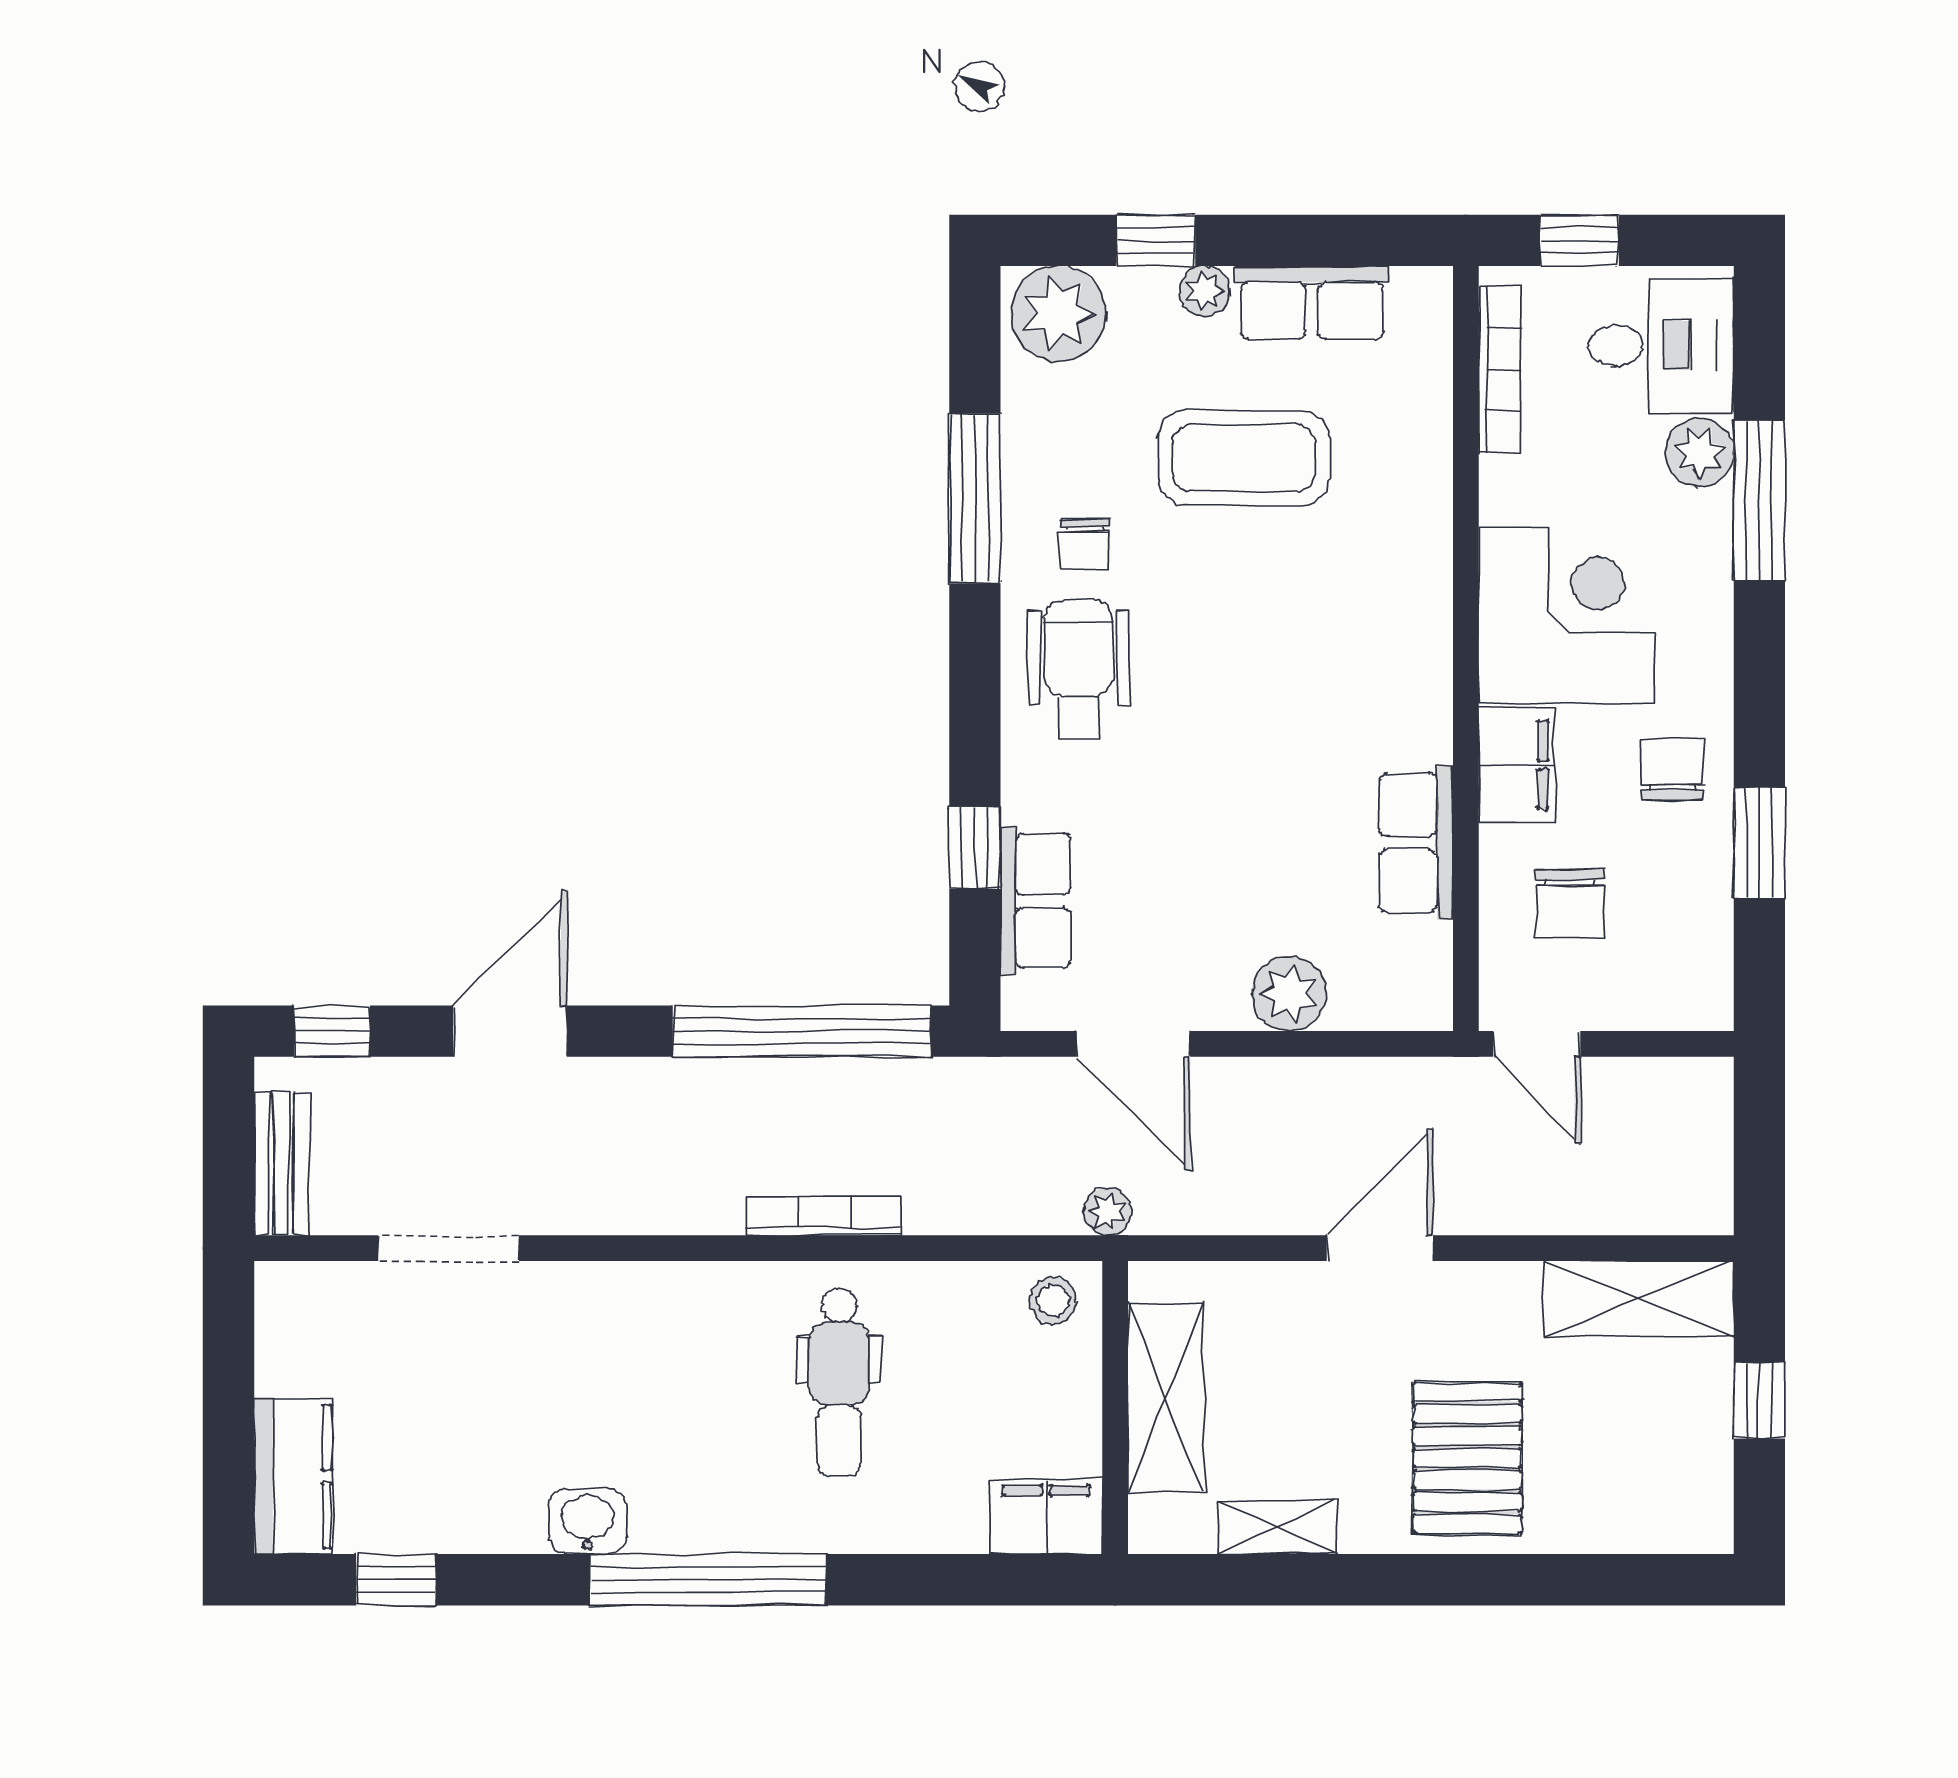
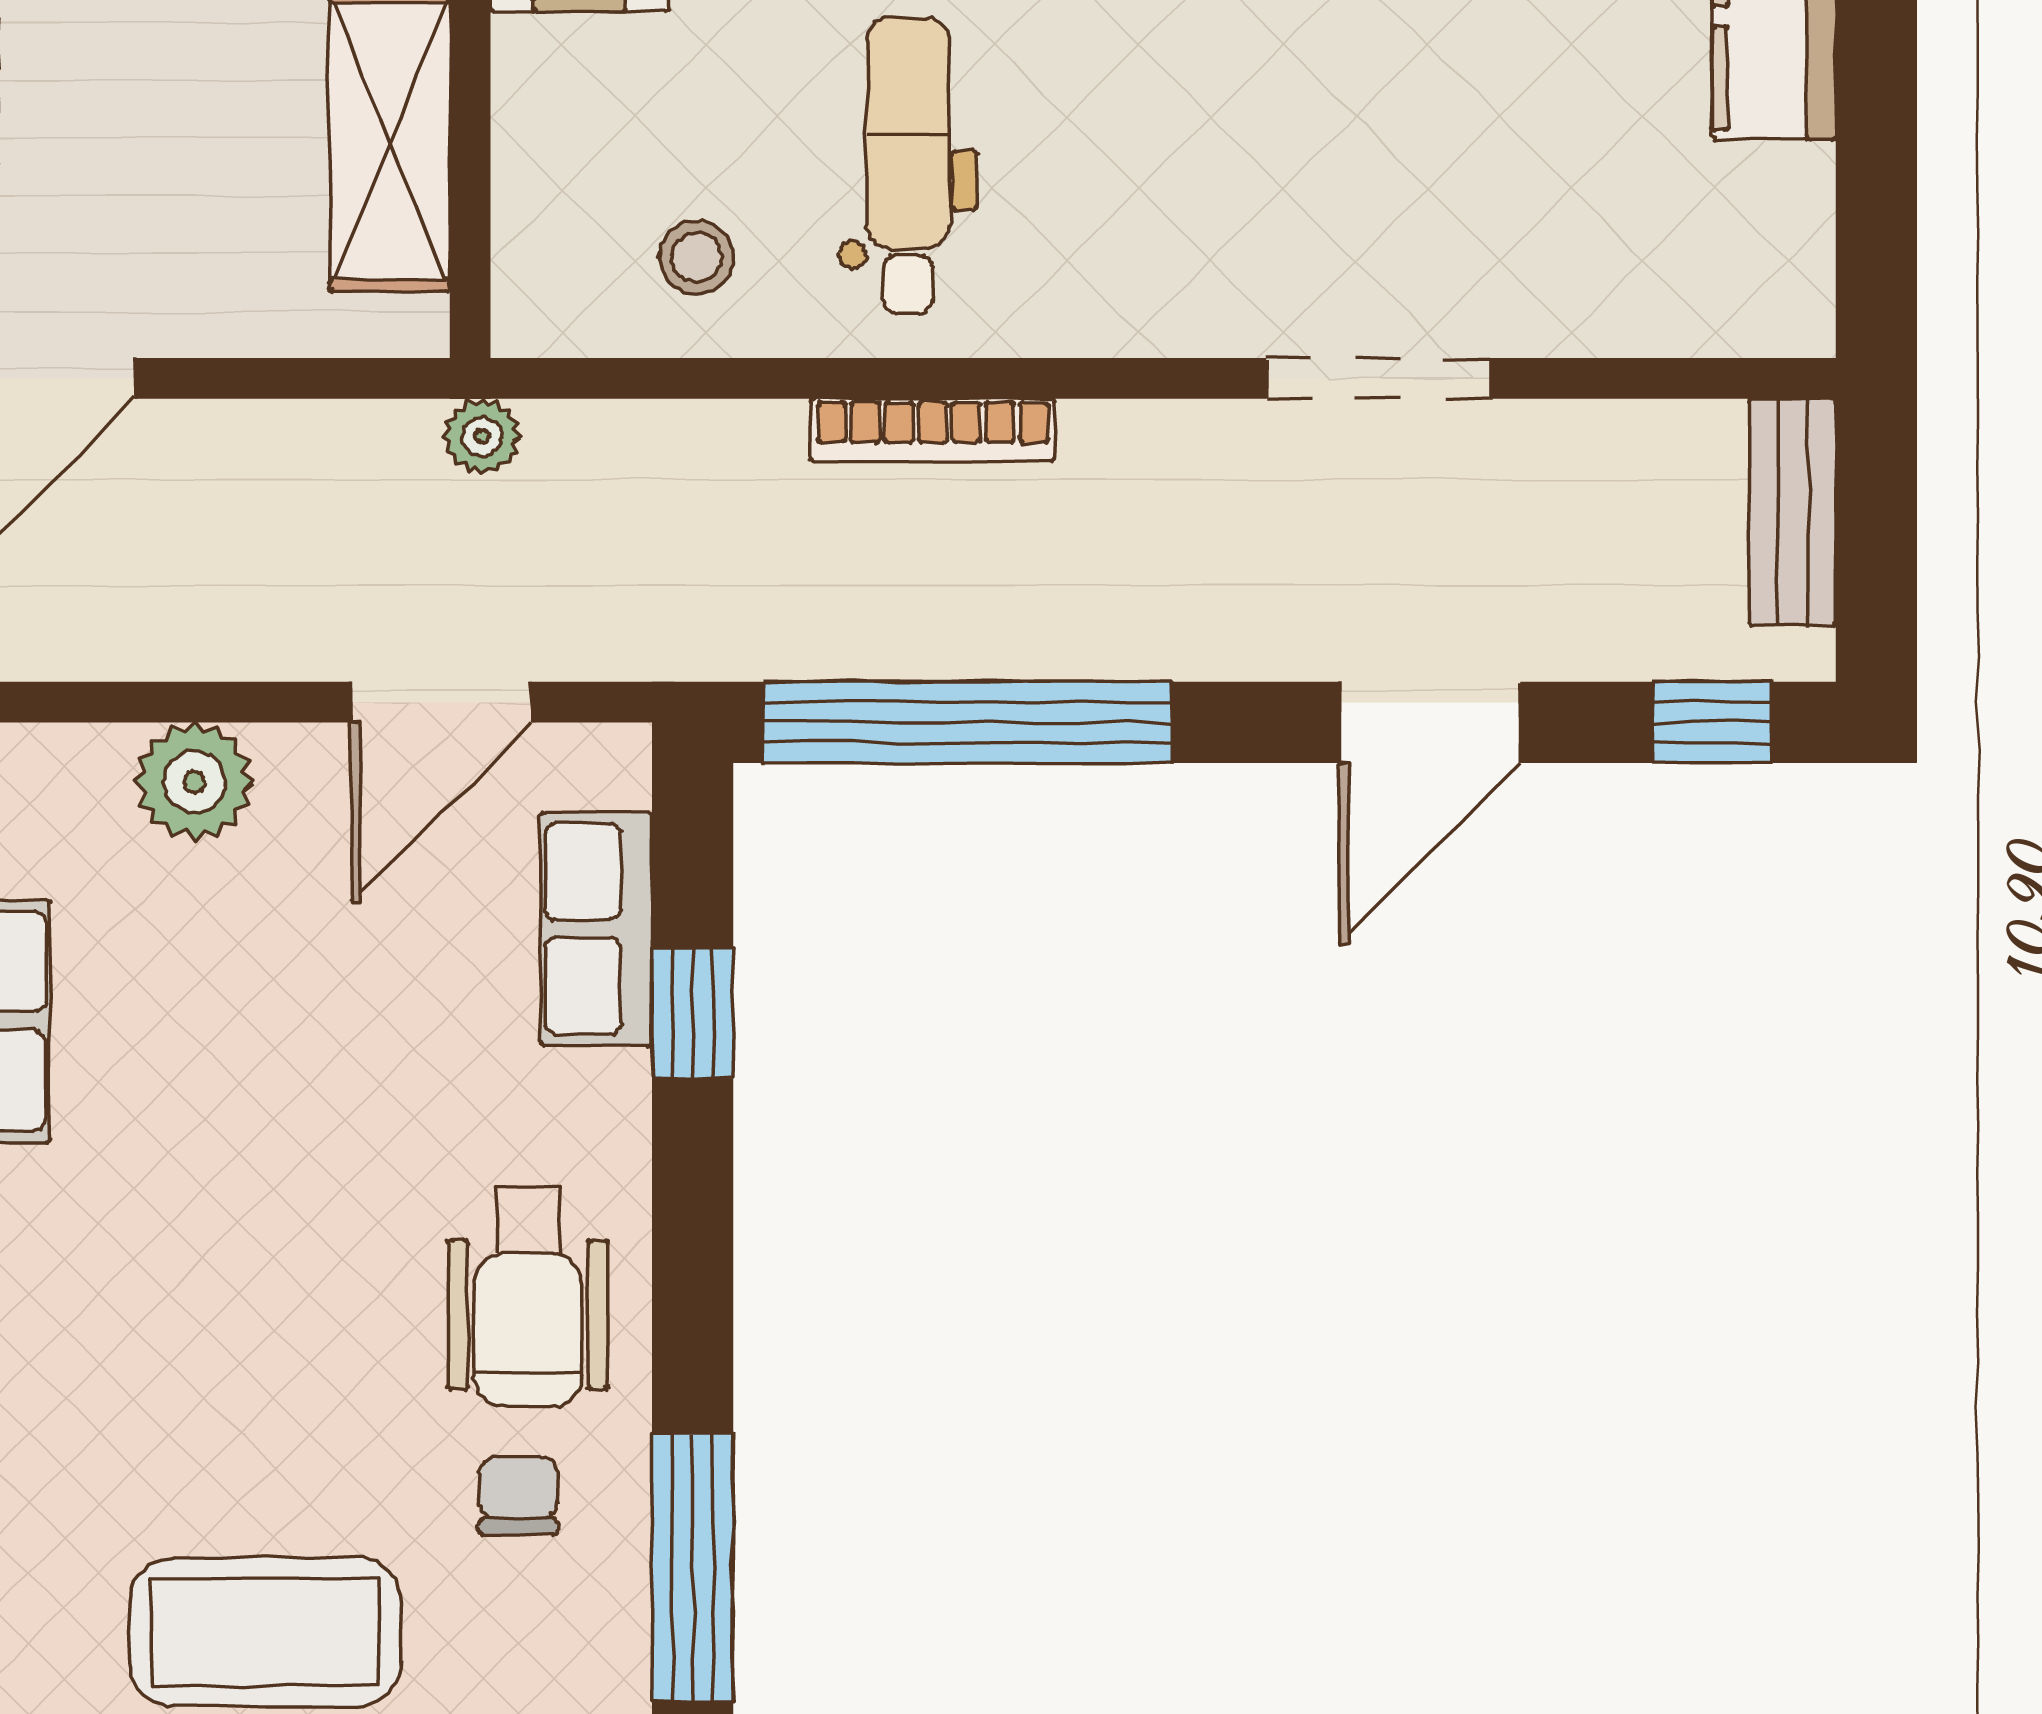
door: (1133, 1044) -> (441, 702), swing flipped
doorway: (449, 1248) -> (1378, 378), moved
stool: (1053, 1300) -> (696, 258), moved

